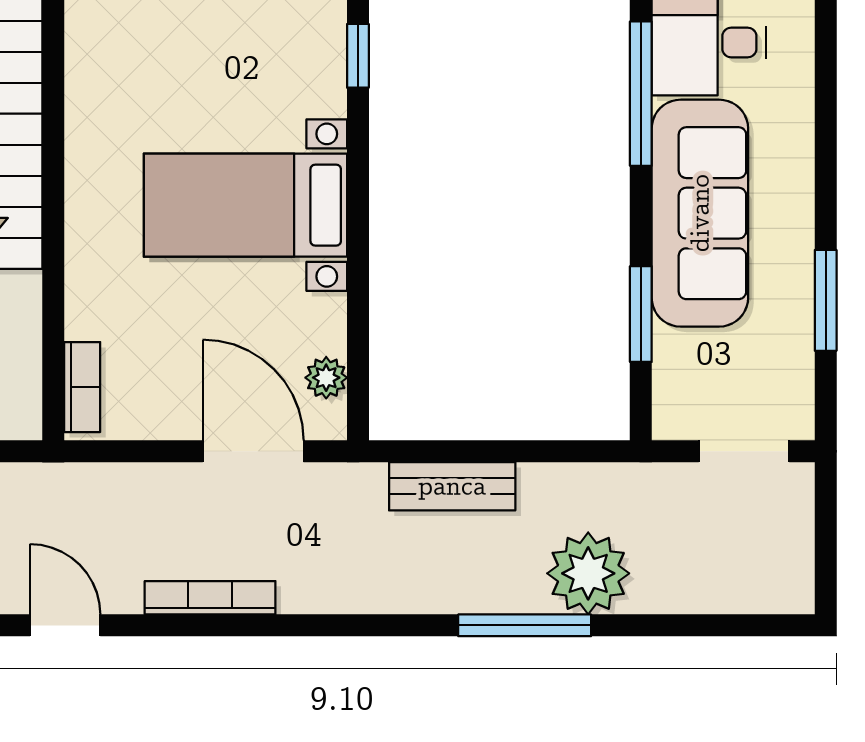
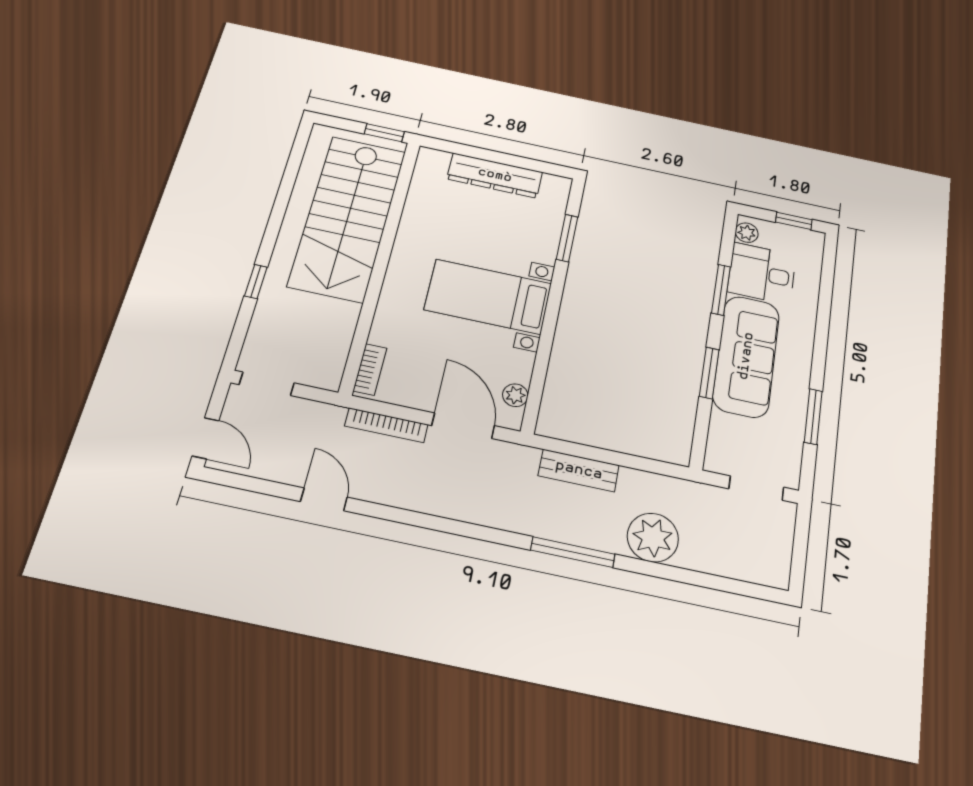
window: (358, 56) -> (567, 238), width x1.50
window: (641, 94) -> (721, 290), width x0.69
window: (641, 314) -> (709, 373), moved
bookcase: (210, 598) -> (386, 425), moved, turned 180
window: (525, 625) -> (573, 552), moved

